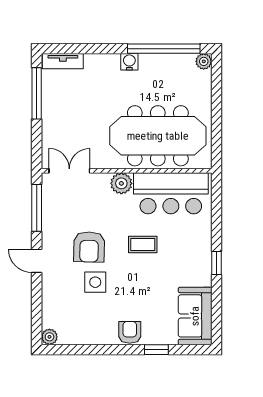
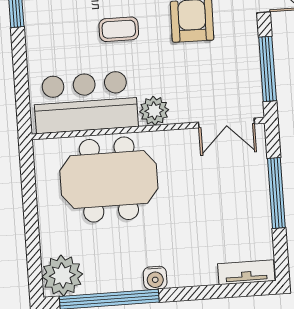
plant: (204, 61) -> (62, 275), width x1.87, depth x1.87
window: (37, 93) -> (276, 193), moved
meeting table: (158, 136) -> (109, 179), width x0.73

